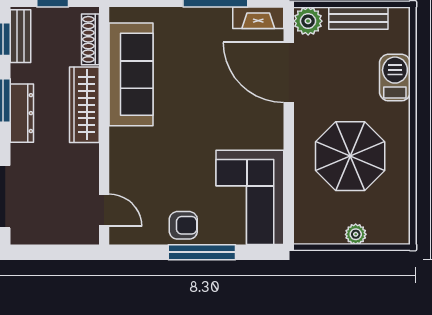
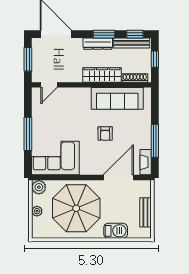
plant: (308, 21) -> (39, 187), moved
bench: (21, 36) -> (132, 43), width x1.36
parasol: (350, 156) -> (76, 208), width x1.36, depth x1.36
armchair: (183, 225) -> (105, 133), moved
window: (53, 252) -> (28, 59), added

